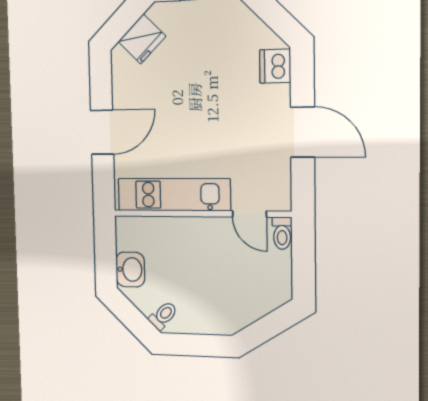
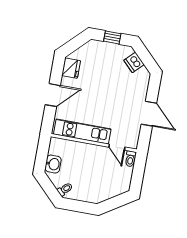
fridge: (142, 39) -> (71, 68), moved, turned -45
dishwasher: (275, 66) -> (134, 62), moved, turned -45

